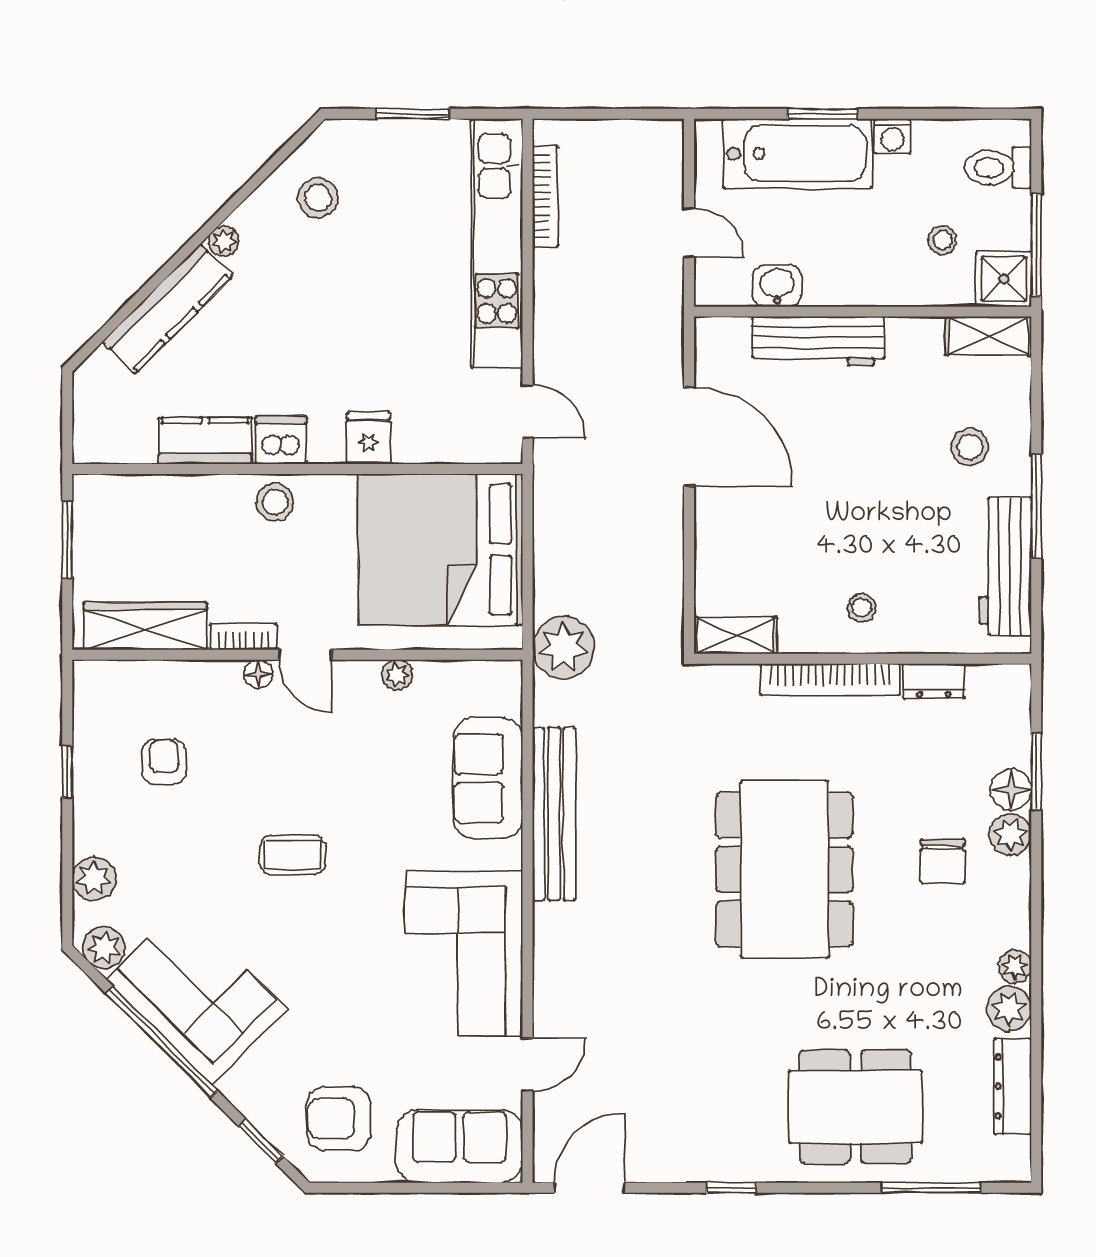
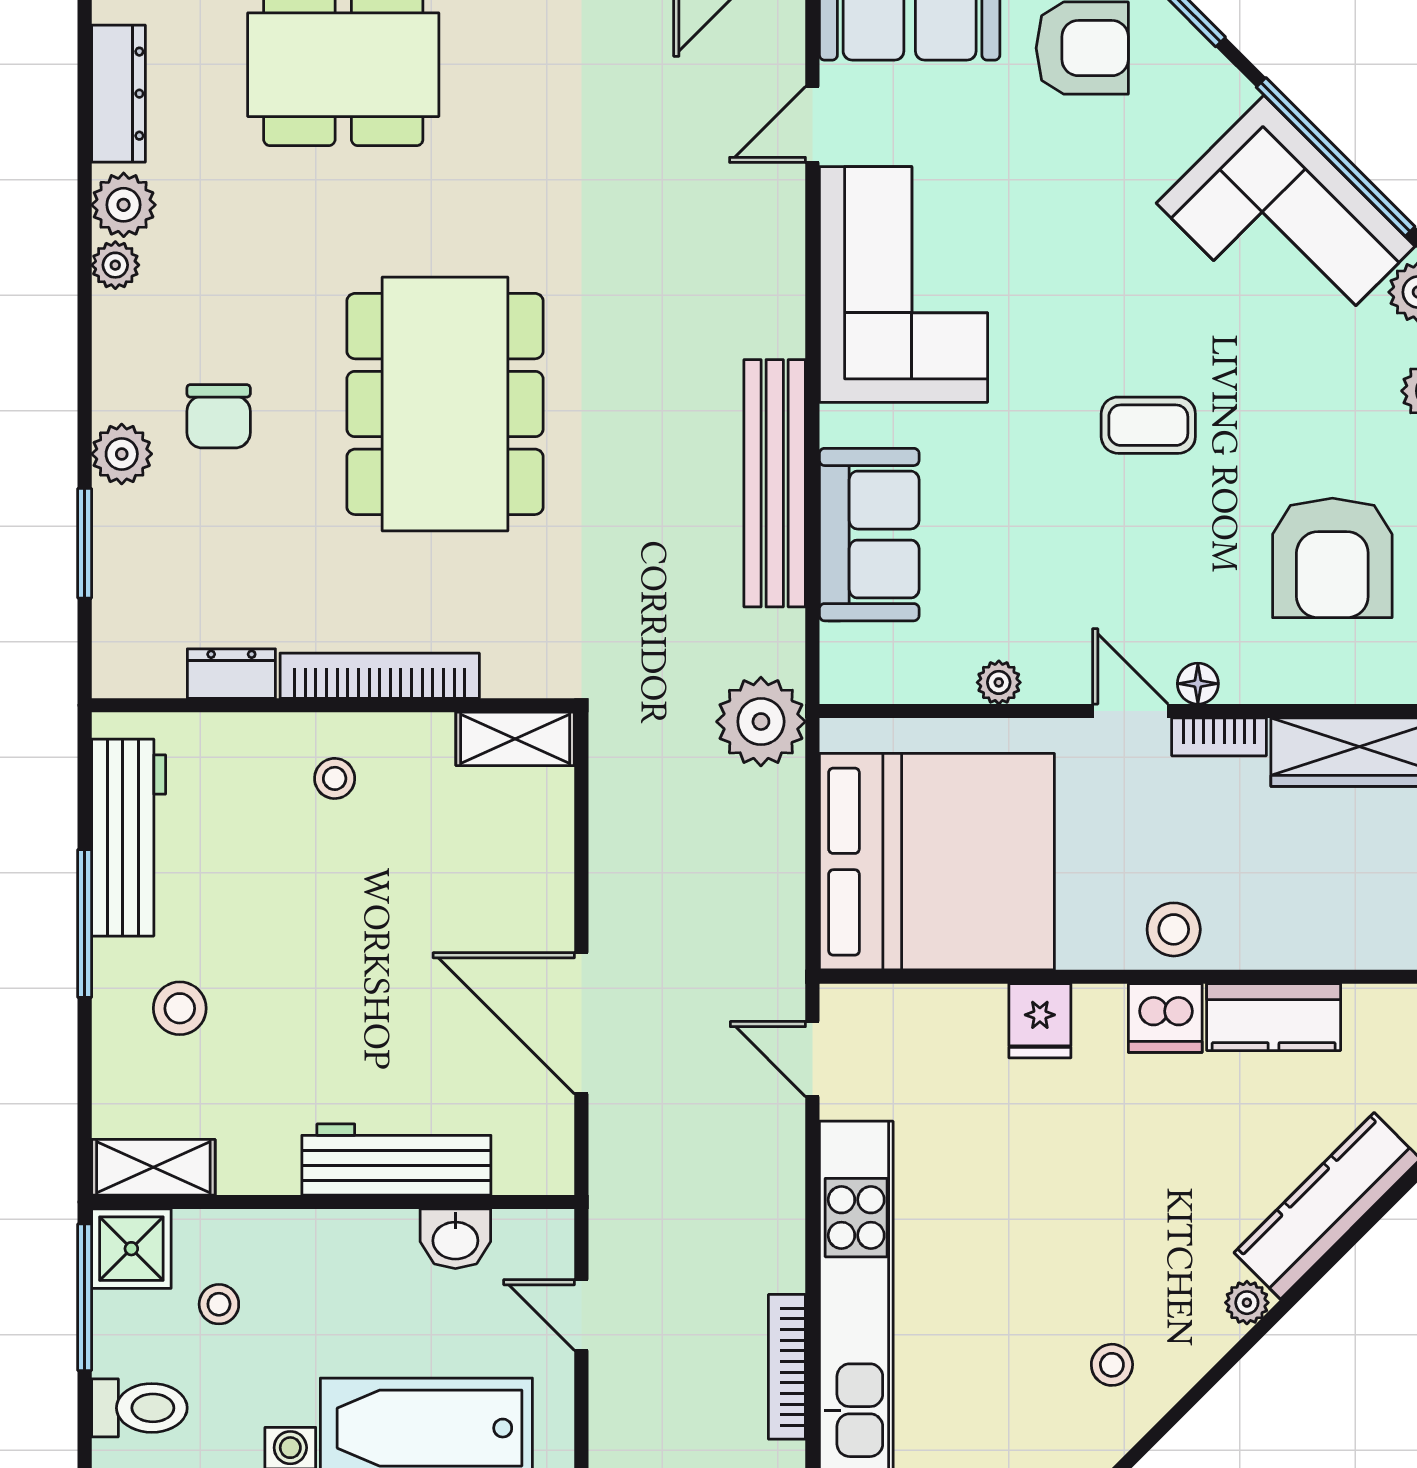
stool: (318, 198) -> (1112, 1365), width x0.73, depth x0.73
armchair: (164, 762) -> (1332, 558), width x1.88, depth x1.88
floor lamp: (1011, 790) -> (121, 518), removed
chair: (943, 861) -> (219, 416), turned 180

